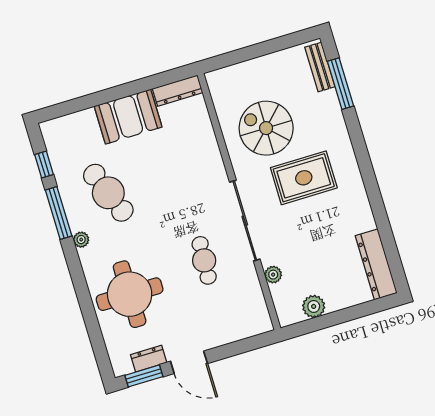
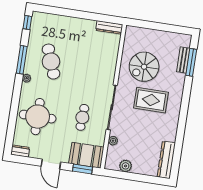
bench: (320, 67) -> (183, 60), moved
booth: (128, 117) -> (86, 155), moved
spiral stairs: (266, 128) -> (144, 67), turned -90
window: (44, 165) -> (27, 23), moved
dresser: (149, 359) -> (20, 151), moved
window: (144, 376) -> (82, 169), moved

